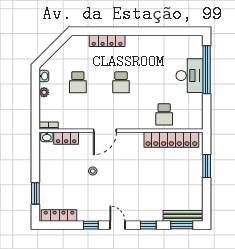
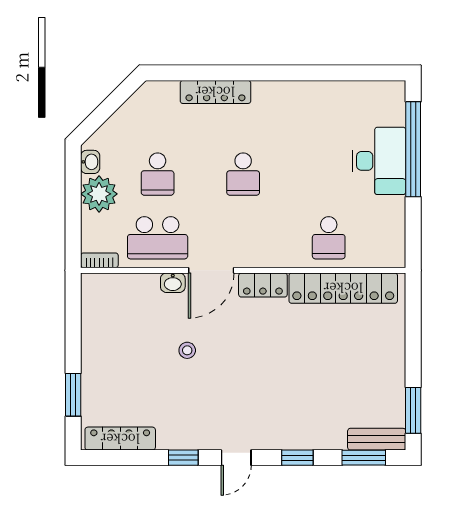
plant: (44, 92) -> (99, 194), width x1.88, depth x1.88
school desk: (78, 114) -> (158, 238), added
washbasin: (47, 137) -> (173, 283), moved
locker: (66, 138) -> (263, 285), moved
window: (207, 166) -> (413, 410), moved
bench: (183, 216) -> (377, 439), width x0.73
door: (117, 225) -> (236, 458), swing flipped

